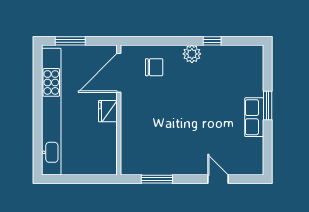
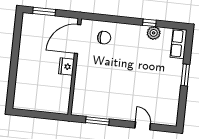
plant: (192, 54) -> (154, 33), moved
kitchen unit: (51, 112) -> (24, 62), removed
row of seats: (254, 117) -> (179, 44), moved

